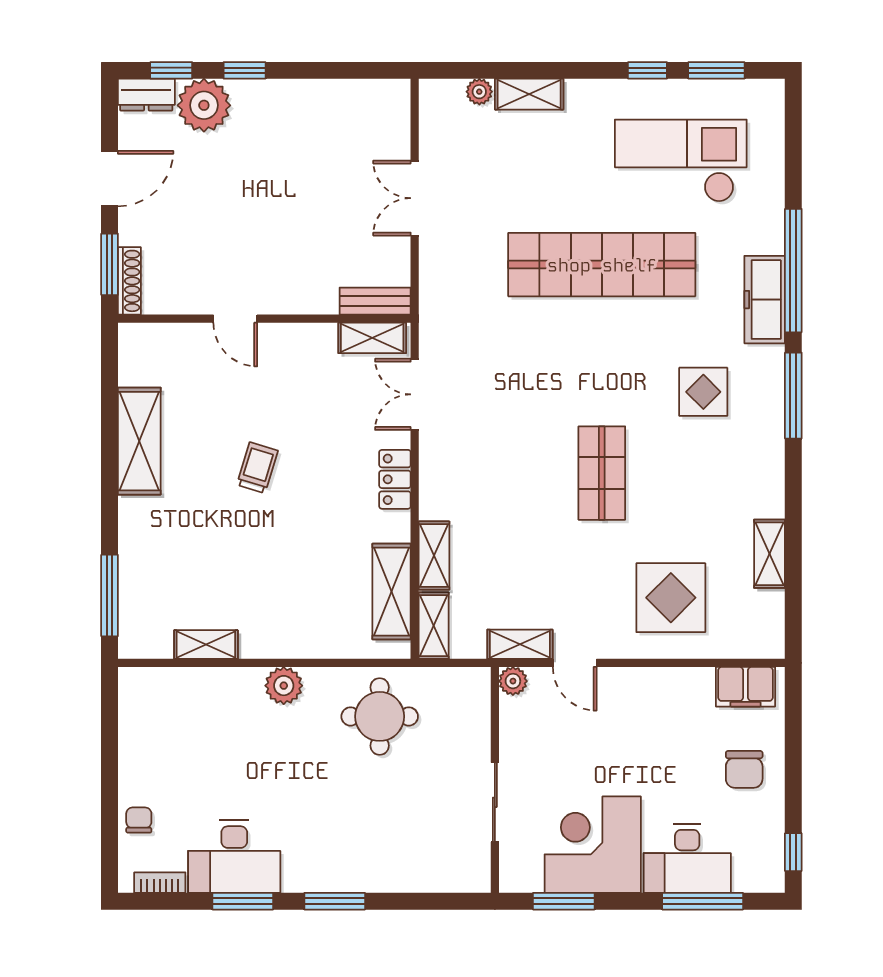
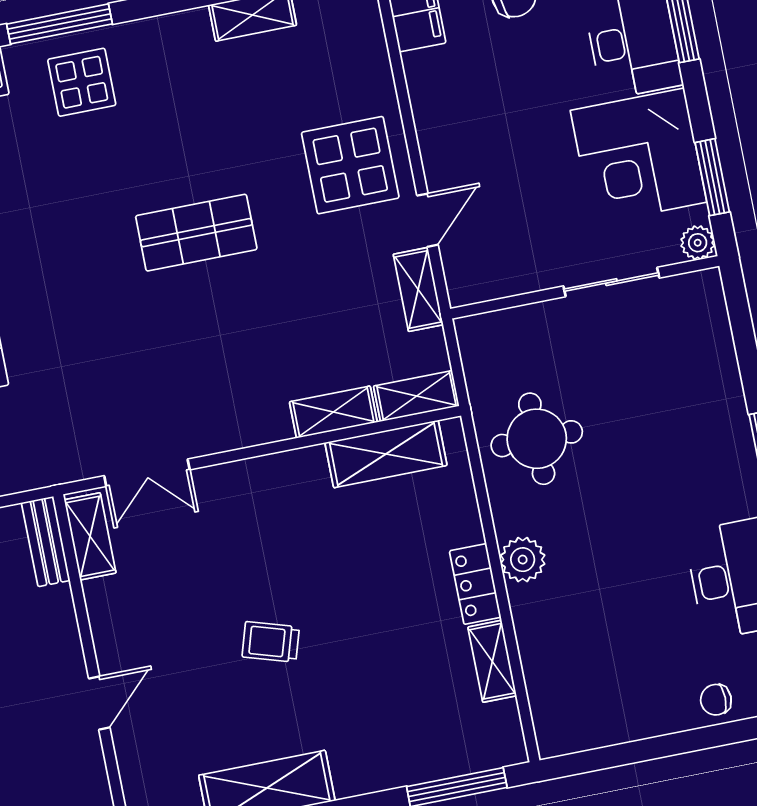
display table: (703, 392) -> (82, 82), moved
locker: (395, 479) -> (475, 584), moved, turned 90
display table: (671, 598) -> (350, 165), moved
plant: (513, 681) -> (698, 243), moved

